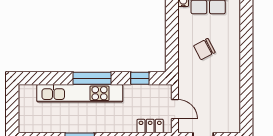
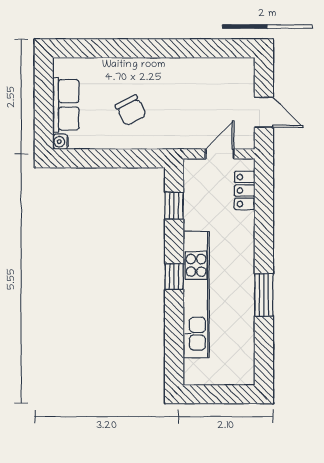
window: (92, 78) -> (174, 277), width x0.46

